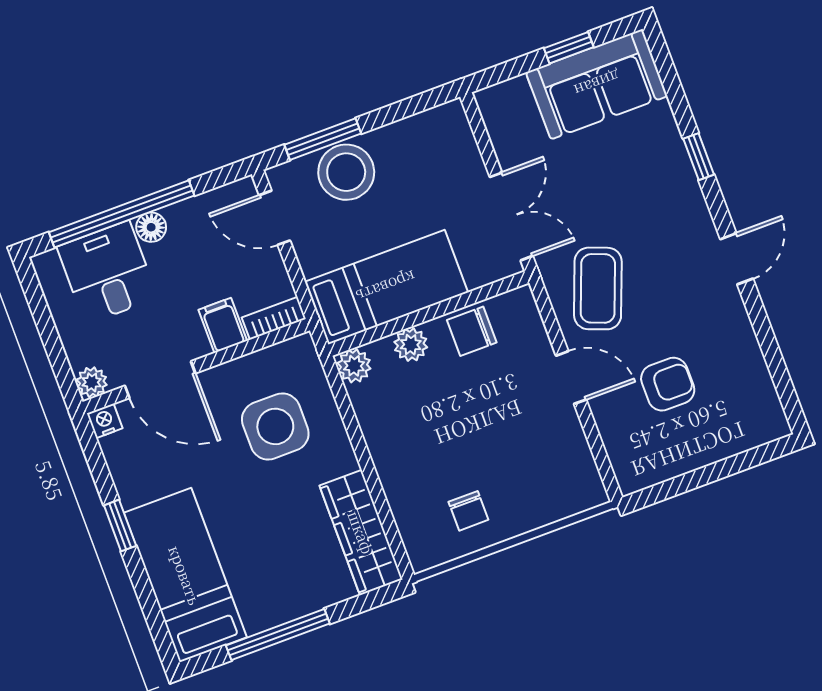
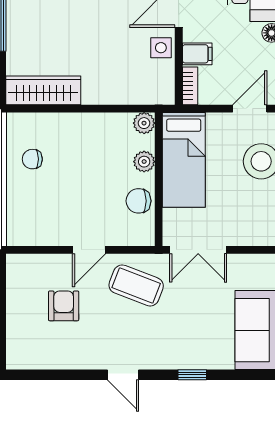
chair: (472, 331) -> (138, 201), turned -90
armchair: (668, 384) -> (64, 306), turned 180
side table: (275, 426) -> (161, 48), moved, width x0.54, depth x0.54

